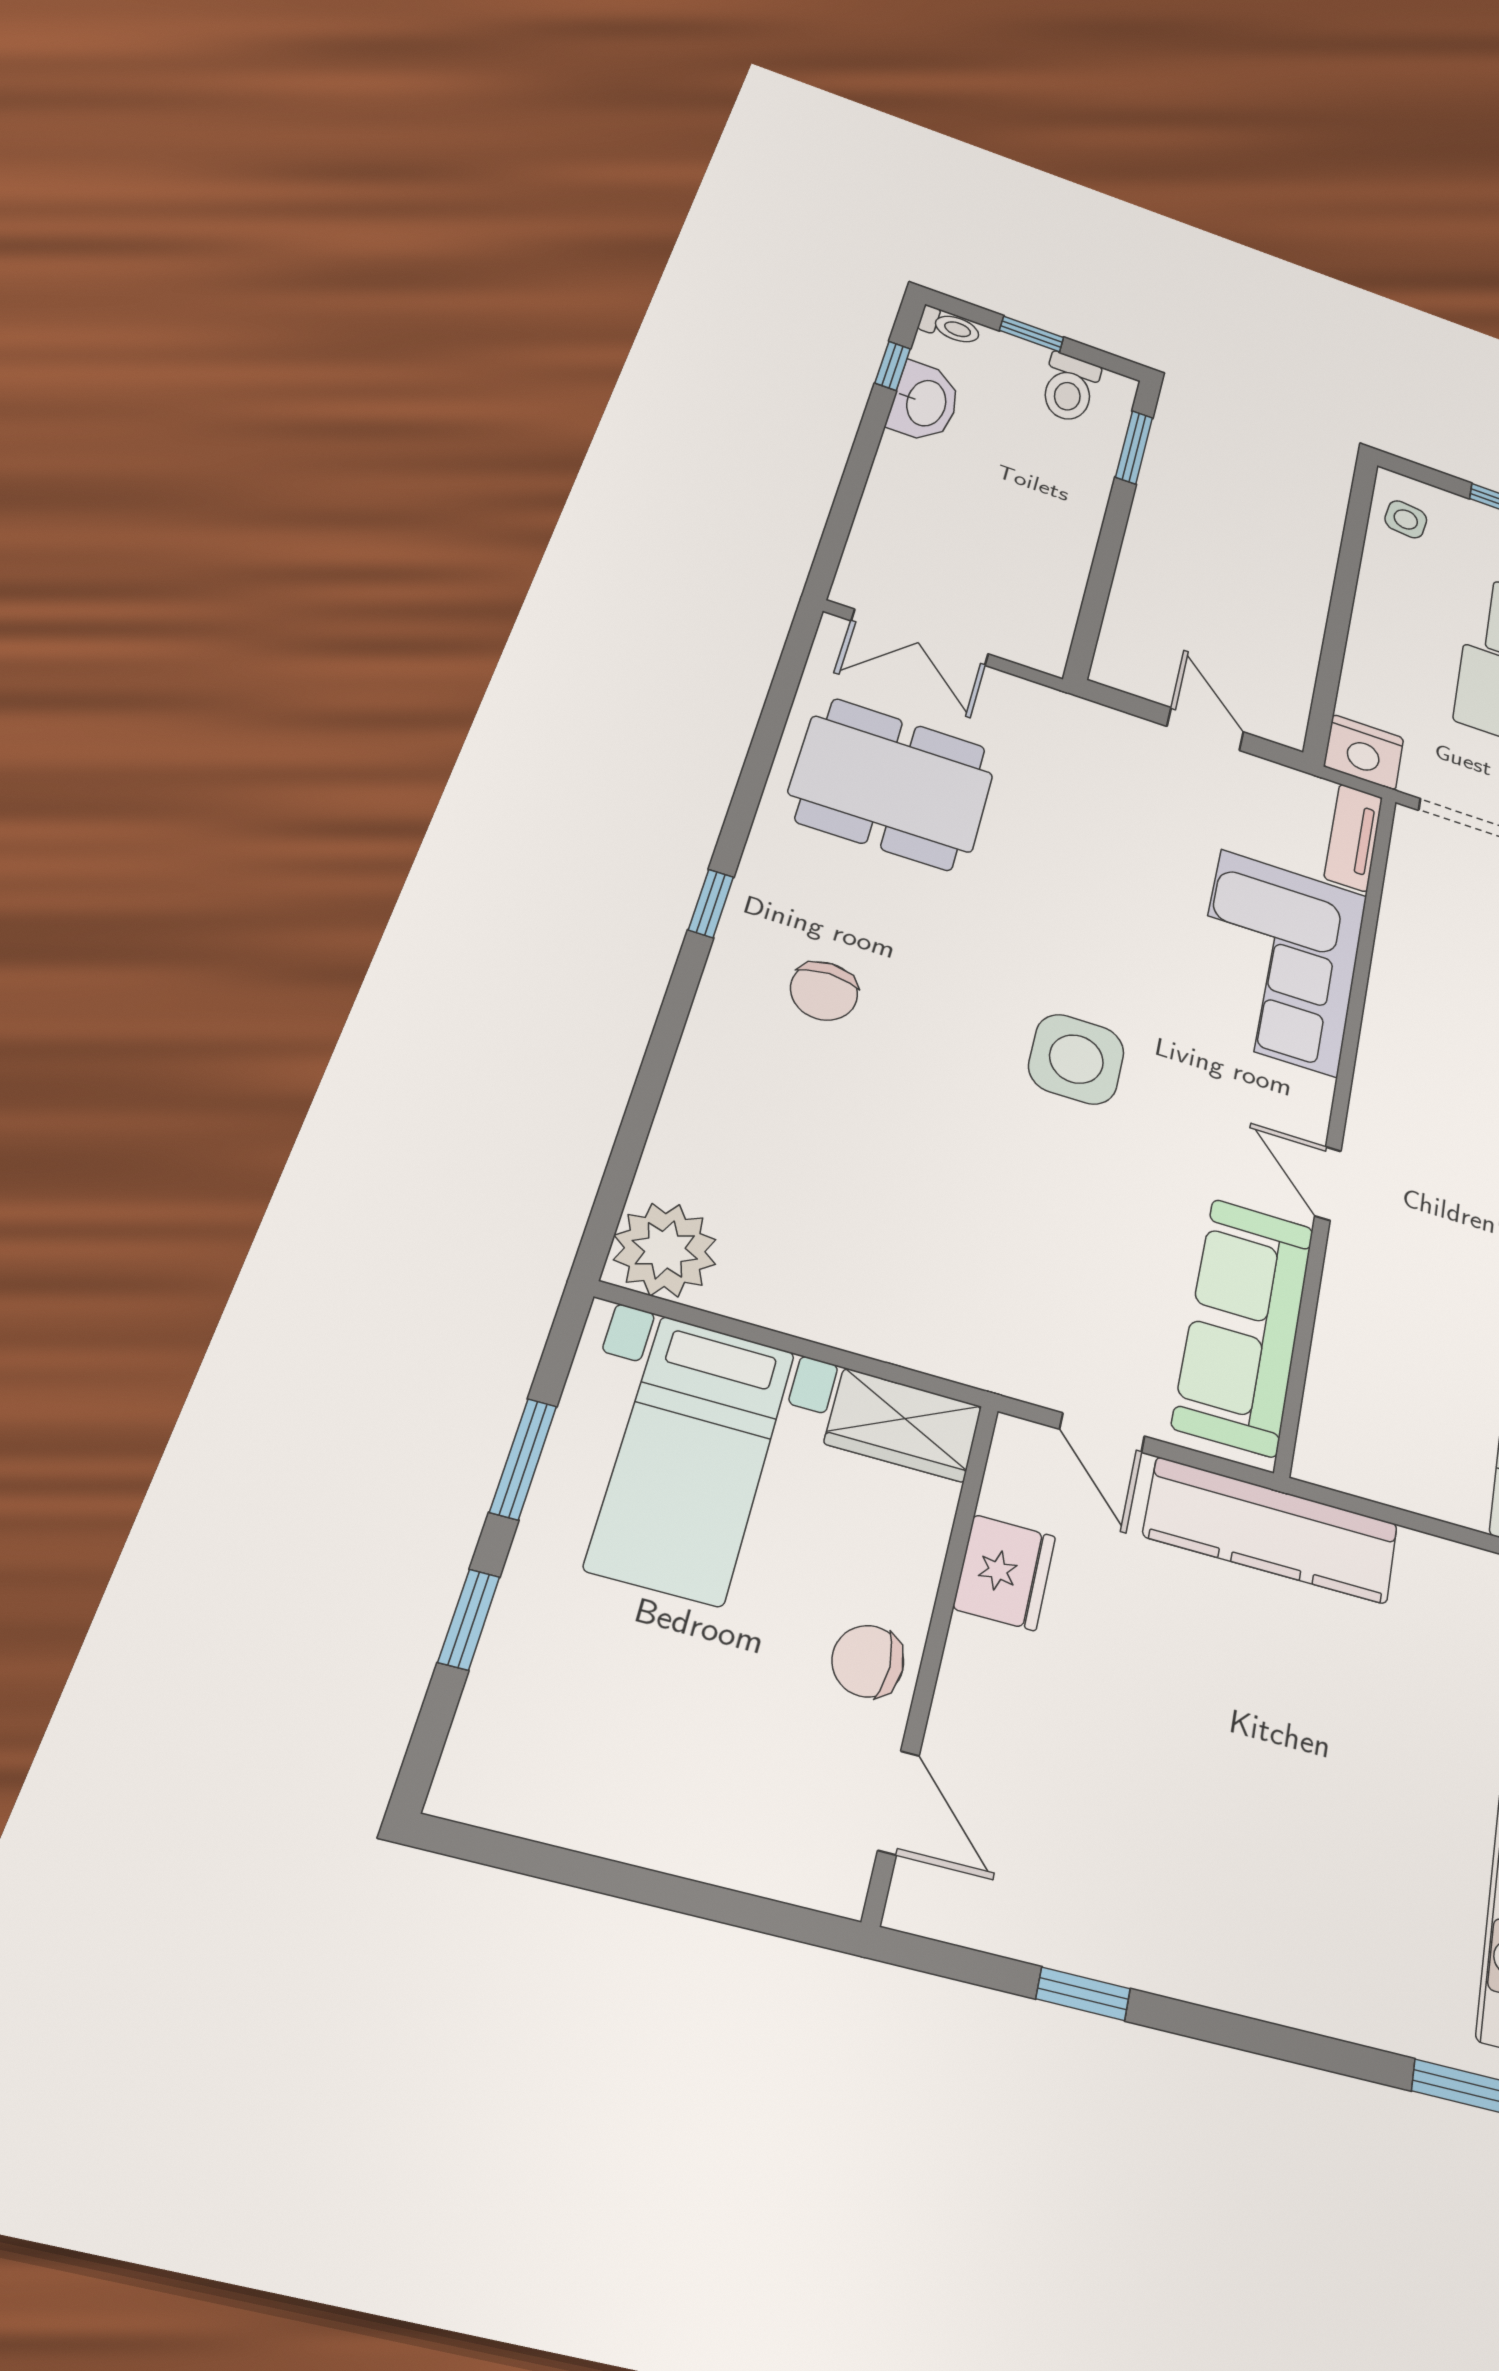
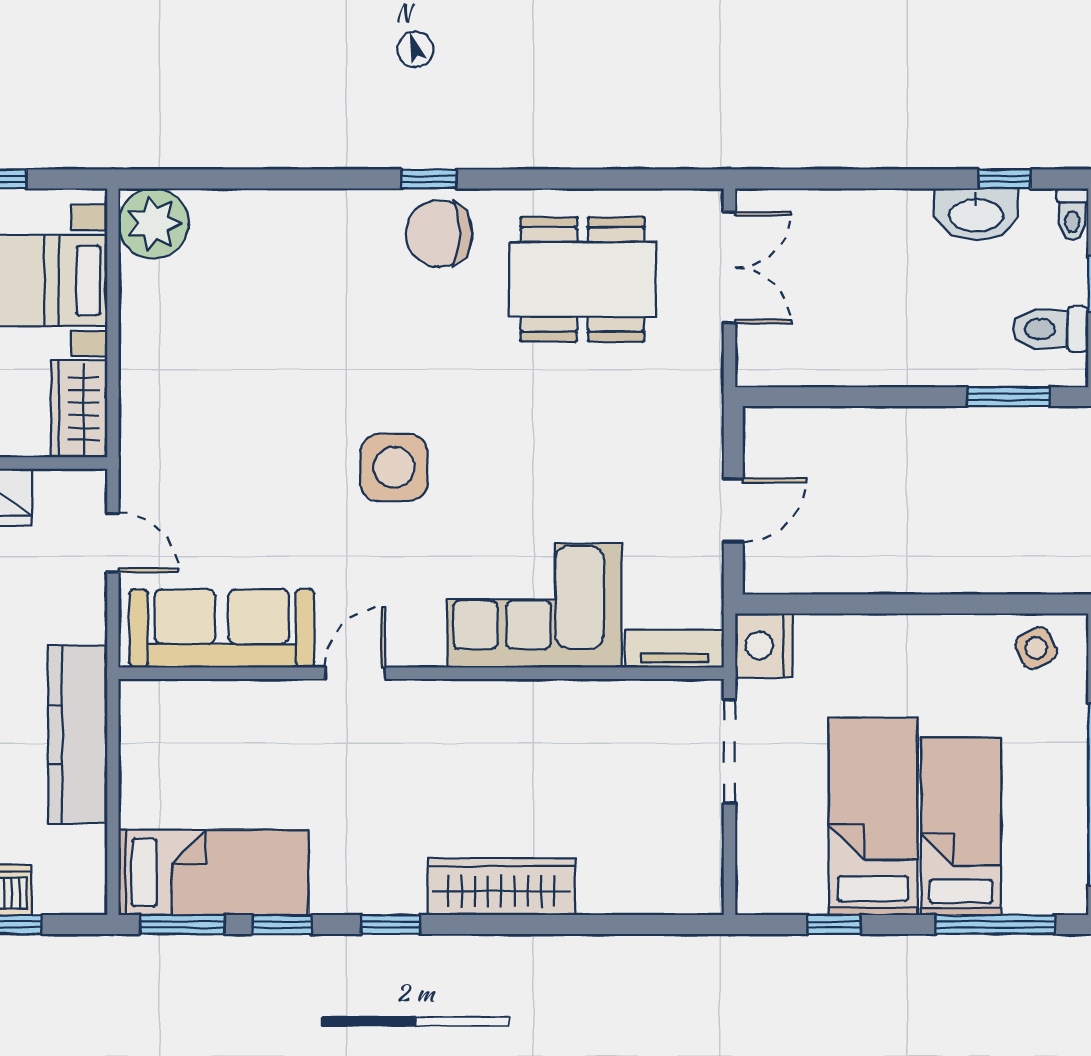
side table: (1406, 519) -> (1036, 648), turned -34
double door: (920, 637) -> (730, 268), swing flipped
dining table: (892, 784) -> (582, 279), turned 90
chair: (824, 991) -> (439, 233), moved, width x1.37, depth x1.37
door: (1102, 1433) -> (113, 543), swing flipped
kitchen counter: (1272, 1530) -> (78, 734), moved

